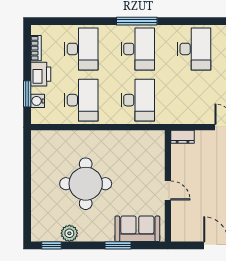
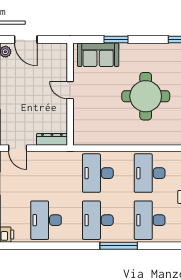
window: (137, 21) -> (119, 246), moved
dresser: (183, 137) -> (52, 139), width x1.44
plant: (69, 233) -> (161, 51), removed

